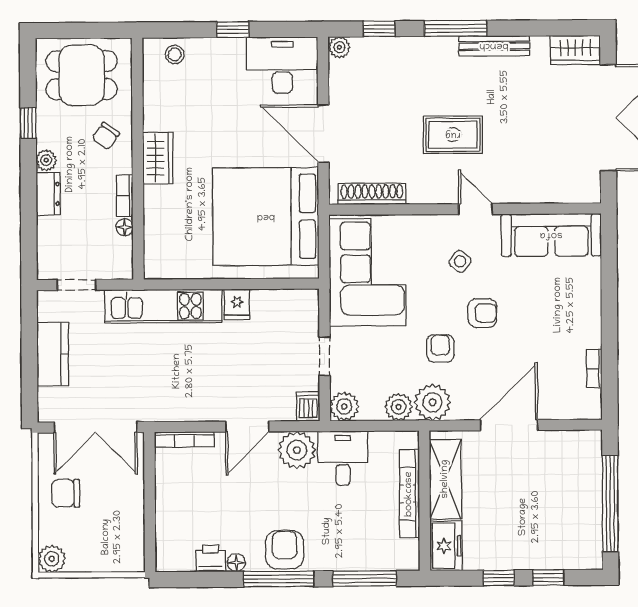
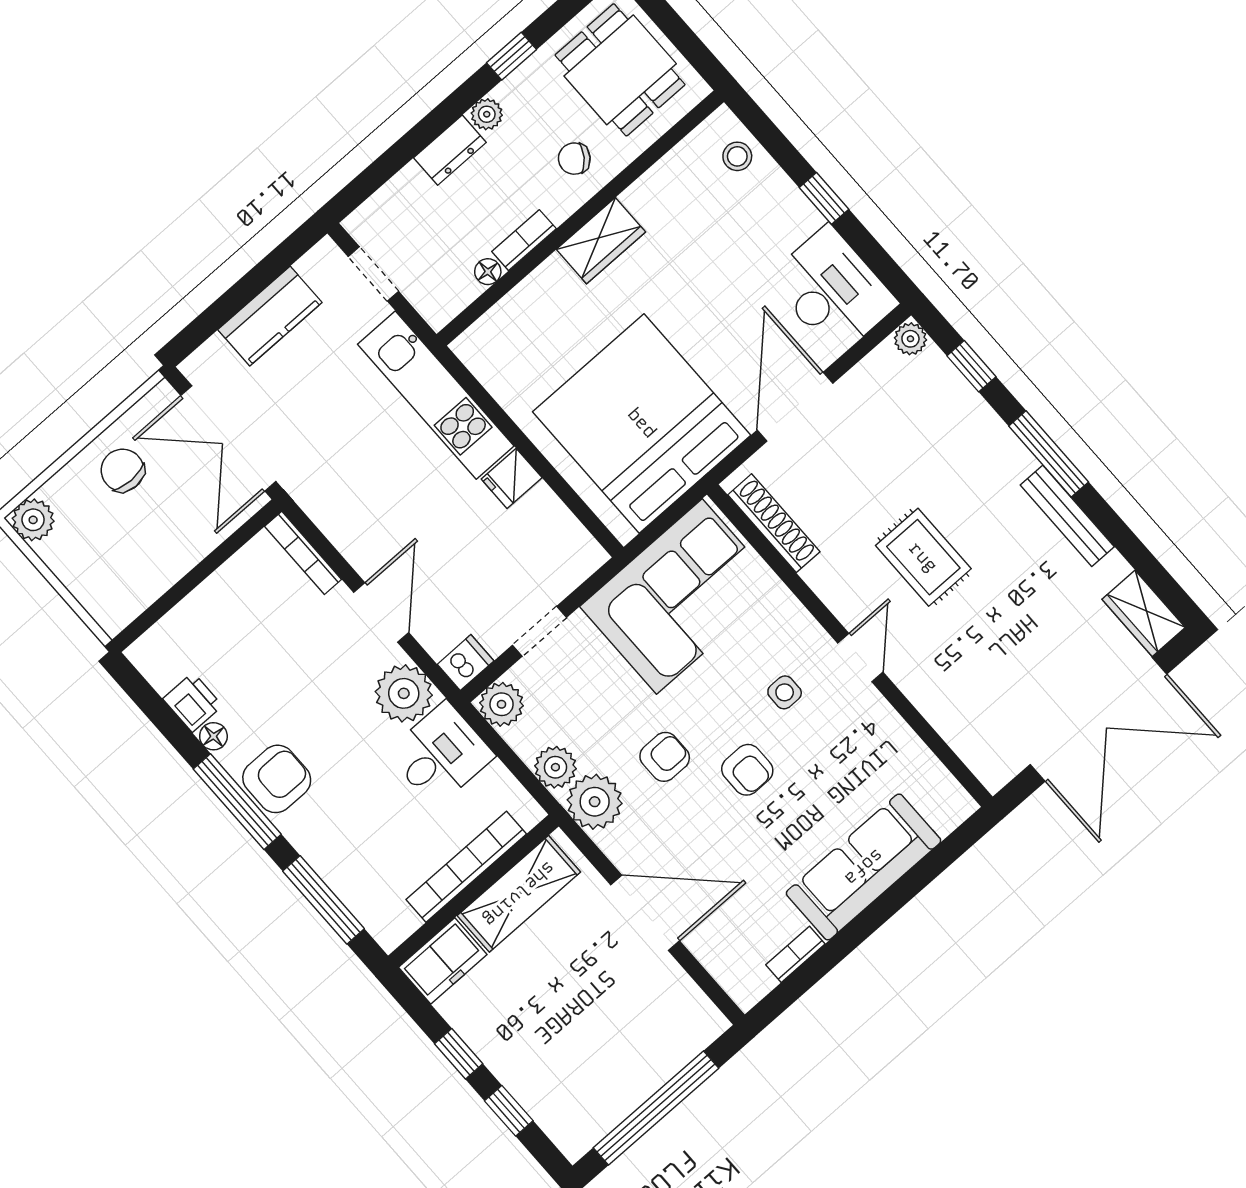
sofa: (551, 235) -> (864, 867), moved, turned 90
side table: (460, 261) -> (785, 692), turned -38
door: (247, 426) -> (381, 613), swing flipped

